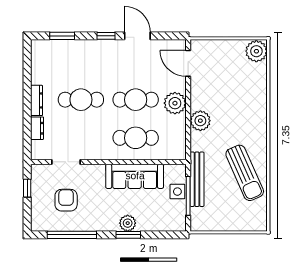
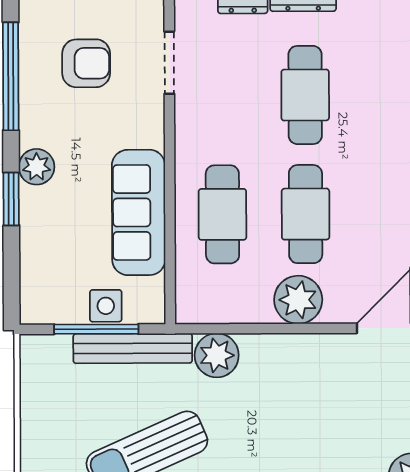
plant: (200, 121) -> (217, 355), moved
plant: (128, 223) -> (37, 167), moved

